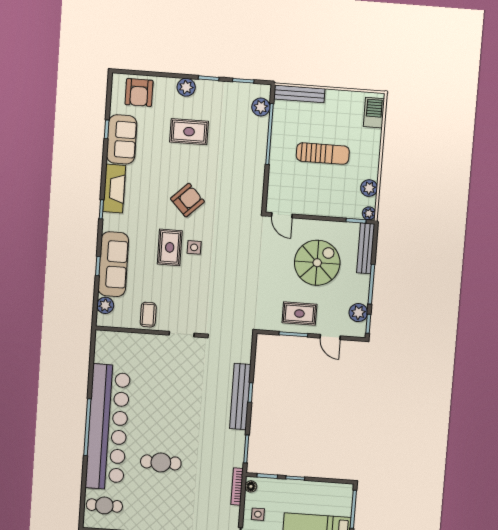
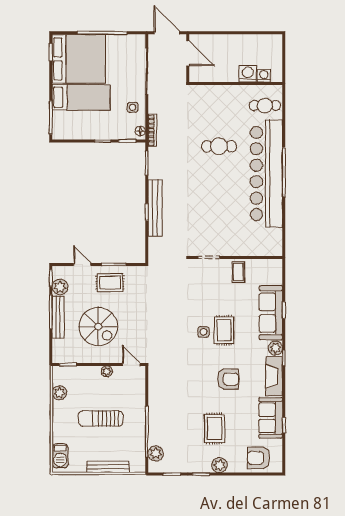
armchair: (139, 93) -> (259, 458), turned -90
bench: (299, 94) -> (108, 467), moved
rug: (189, 132) -> (214, 429), turned 90
armchair: (187, 200) -> (228, 379), moved, turned -136
plant: (369, 213) -> (107, 371), moved
bench: (366, 248) -> (58, 317), moved
spiral stairs: (317, 263) -> (98, 327), turned -90
plant: (105, 305) -> (275, 348), moved

